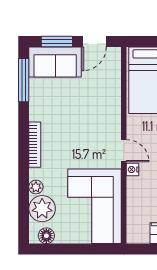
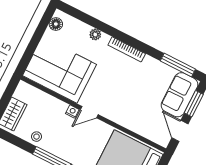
plant: (42, 209) -> (77, 31), removed

